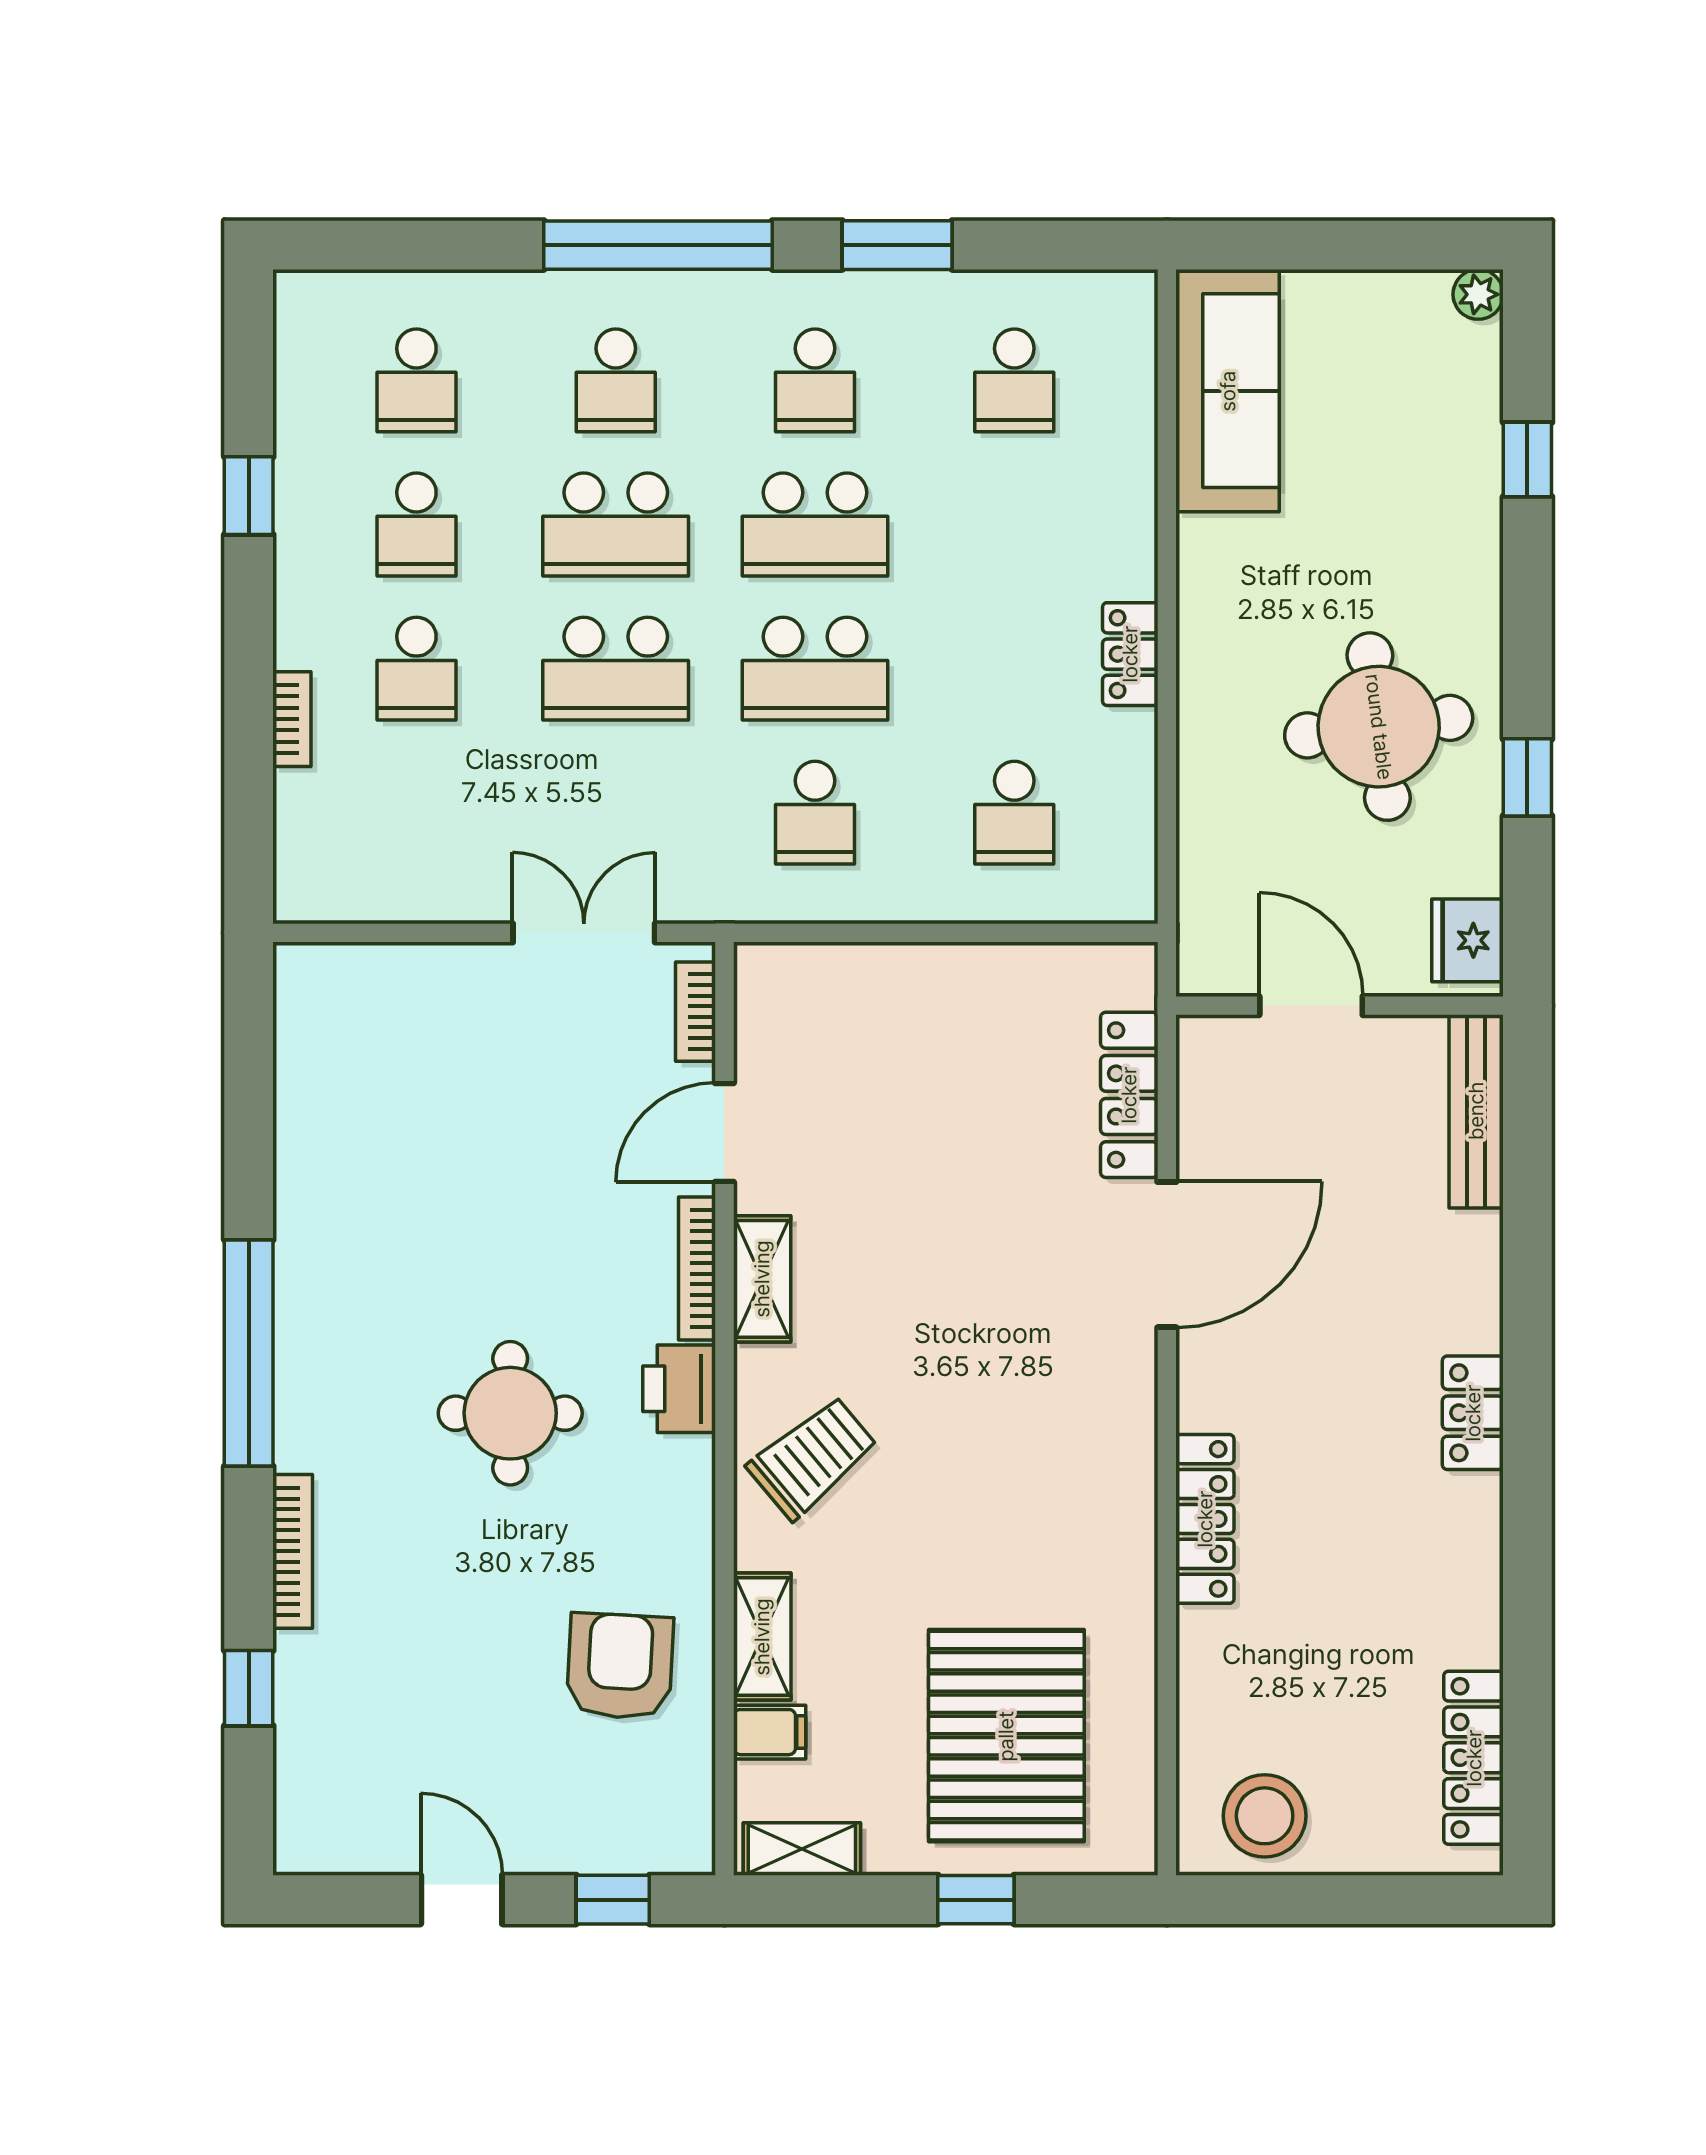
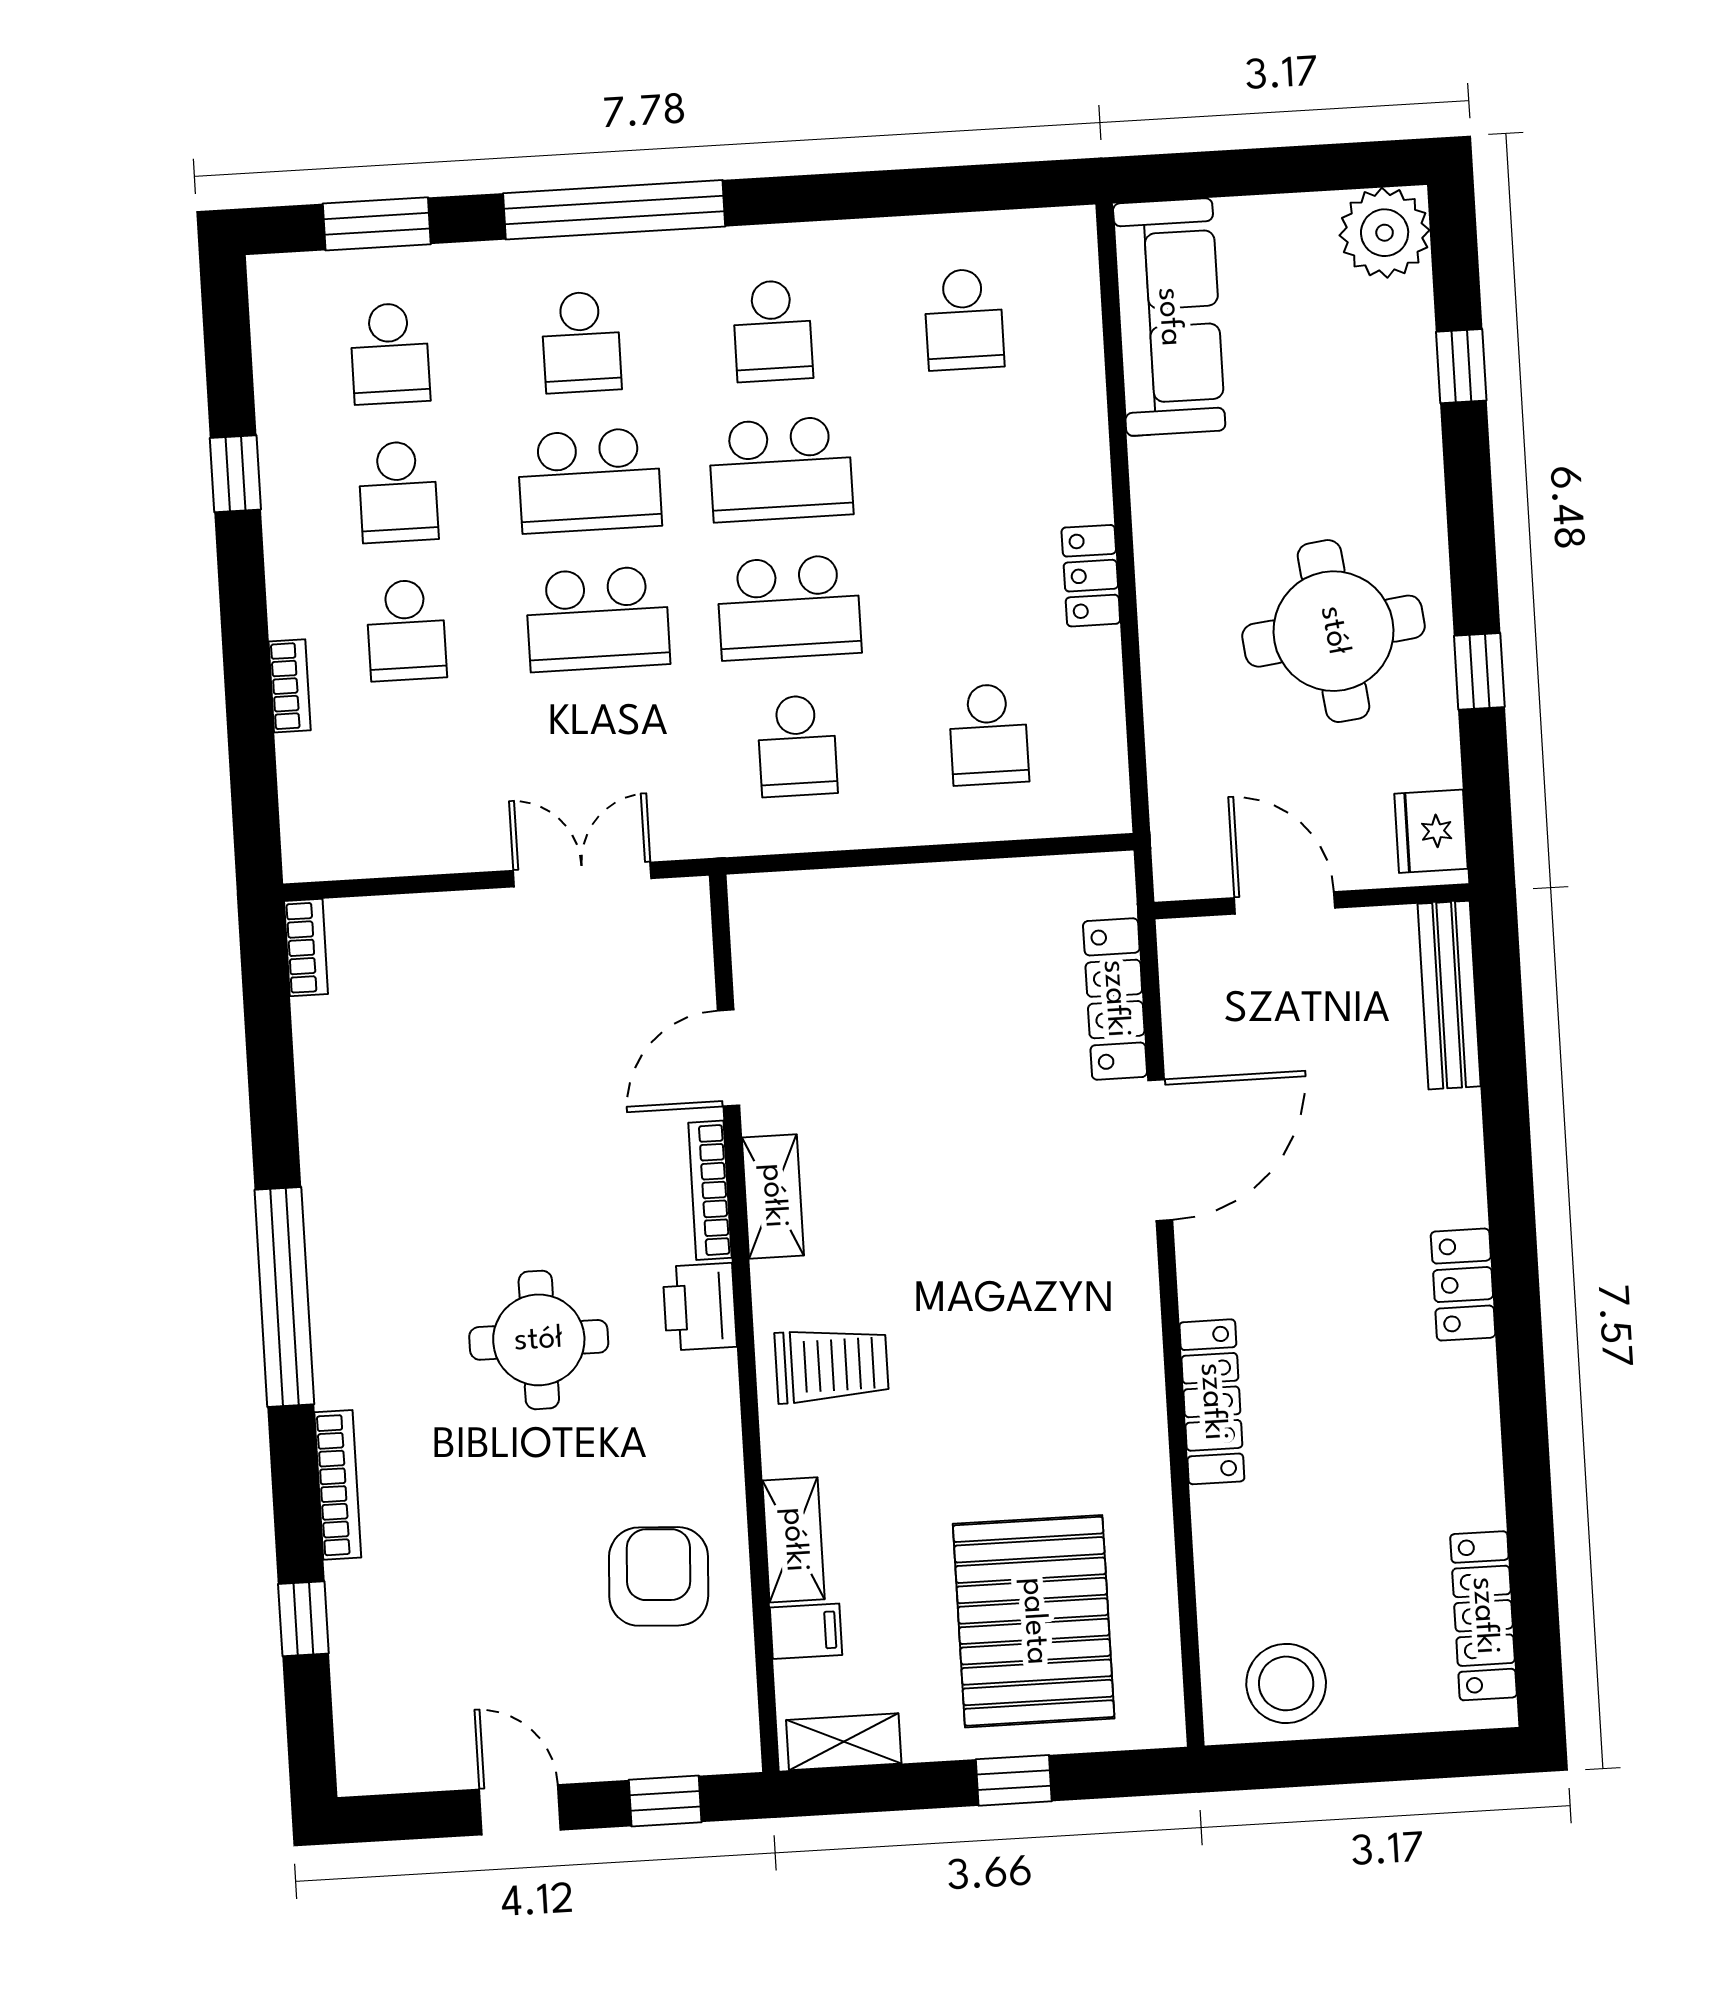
window: (897, 245) -> (377, 224), moved
plant: (1478, 294) -> (1385, 233), width x1.88, depth x1.88
bookcase: (695, 1012) -> (306, 948), moved, turned 180
trolley: (812, 1458) -> (832, 1365), turned 40

